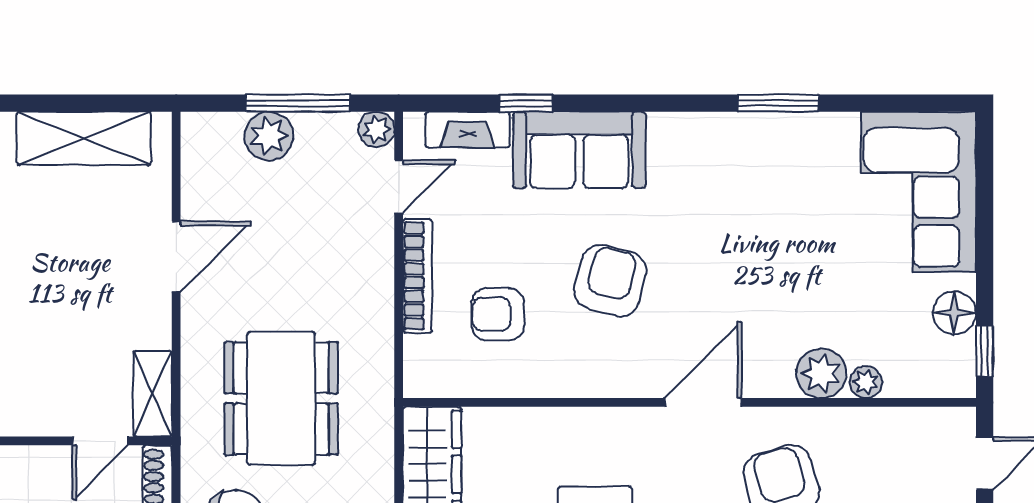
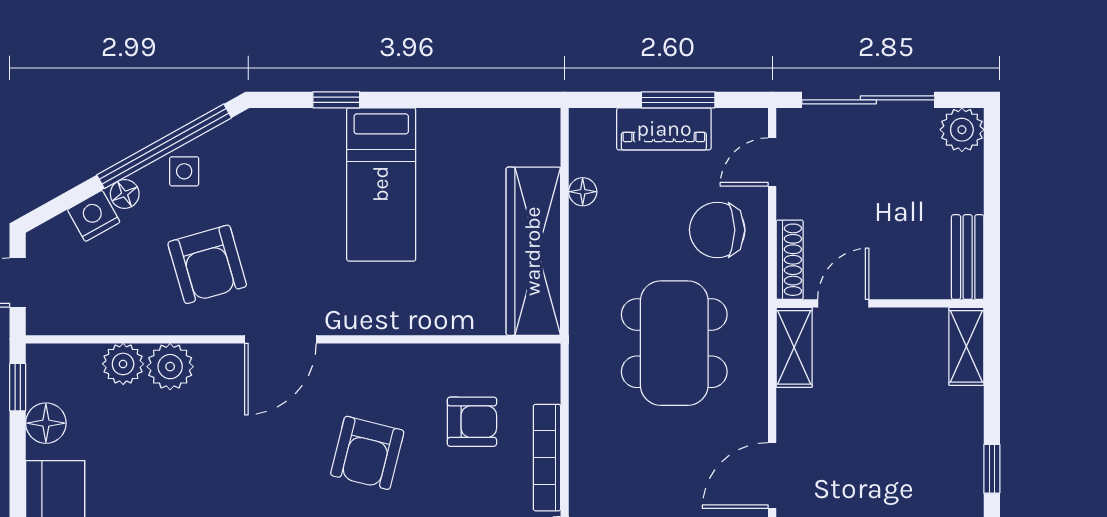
plant: (866, 382) -> (123, 364), width x1.38, depth x1.38

